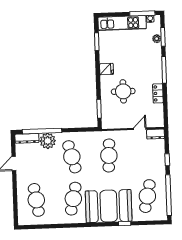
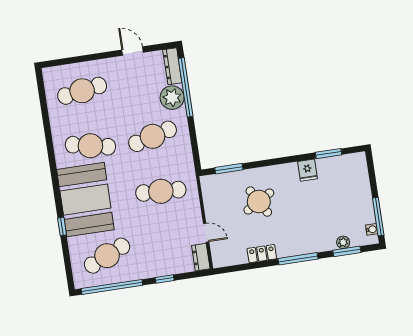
kitchen unit: (122, 23) -> (361, 188), removed
fridge: (107, 69) -> (307, 170), moved
round table: (123, 91) -> (259, 202), turned -30
cafe table: (147, 196) -> (107, 256), turned -36

